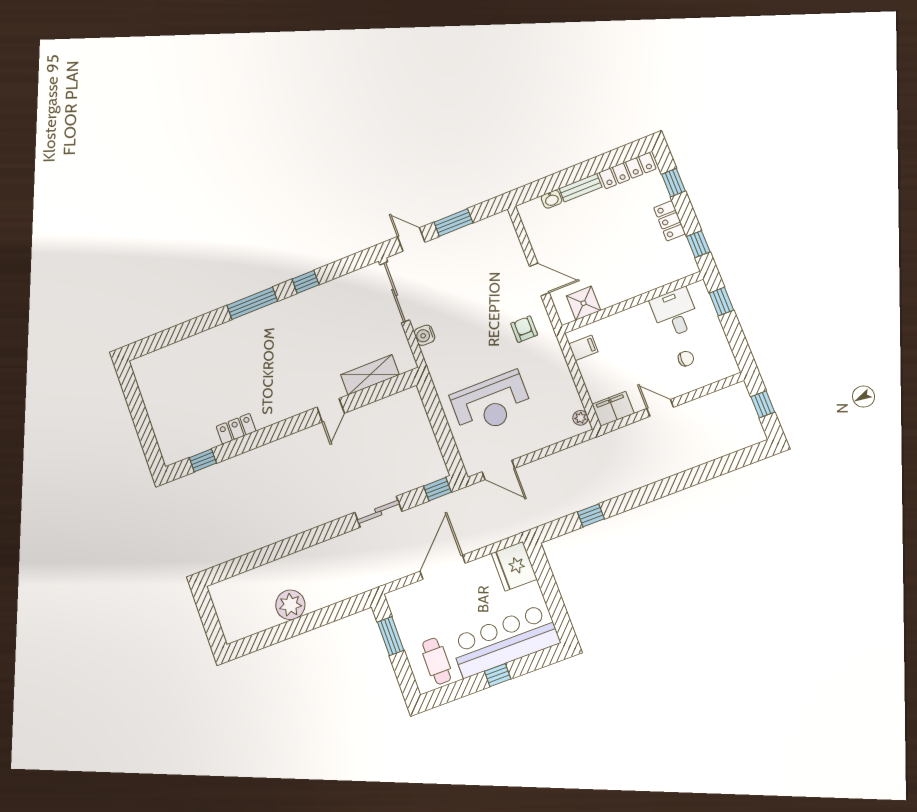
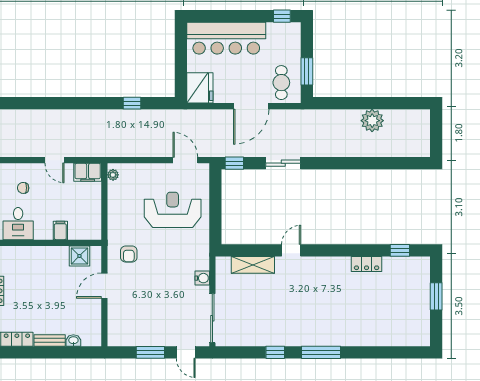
door: (539, 279) -> (104, 286), hinge flipped
filing cabinet: (583, 348) -> (60, 230), moved, turned 90
window: (142, 422) -> (436, 296), added
cafe table: (437, 661) -> (281, 83), moved
window: (498, 675) -> (282, 16), moved

